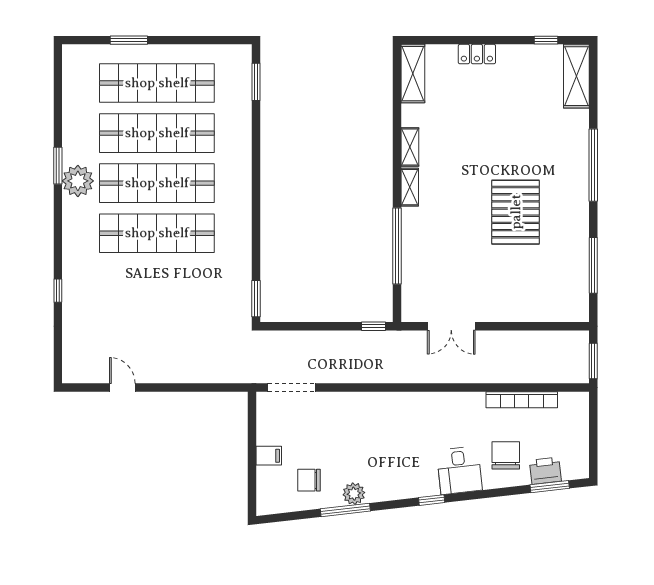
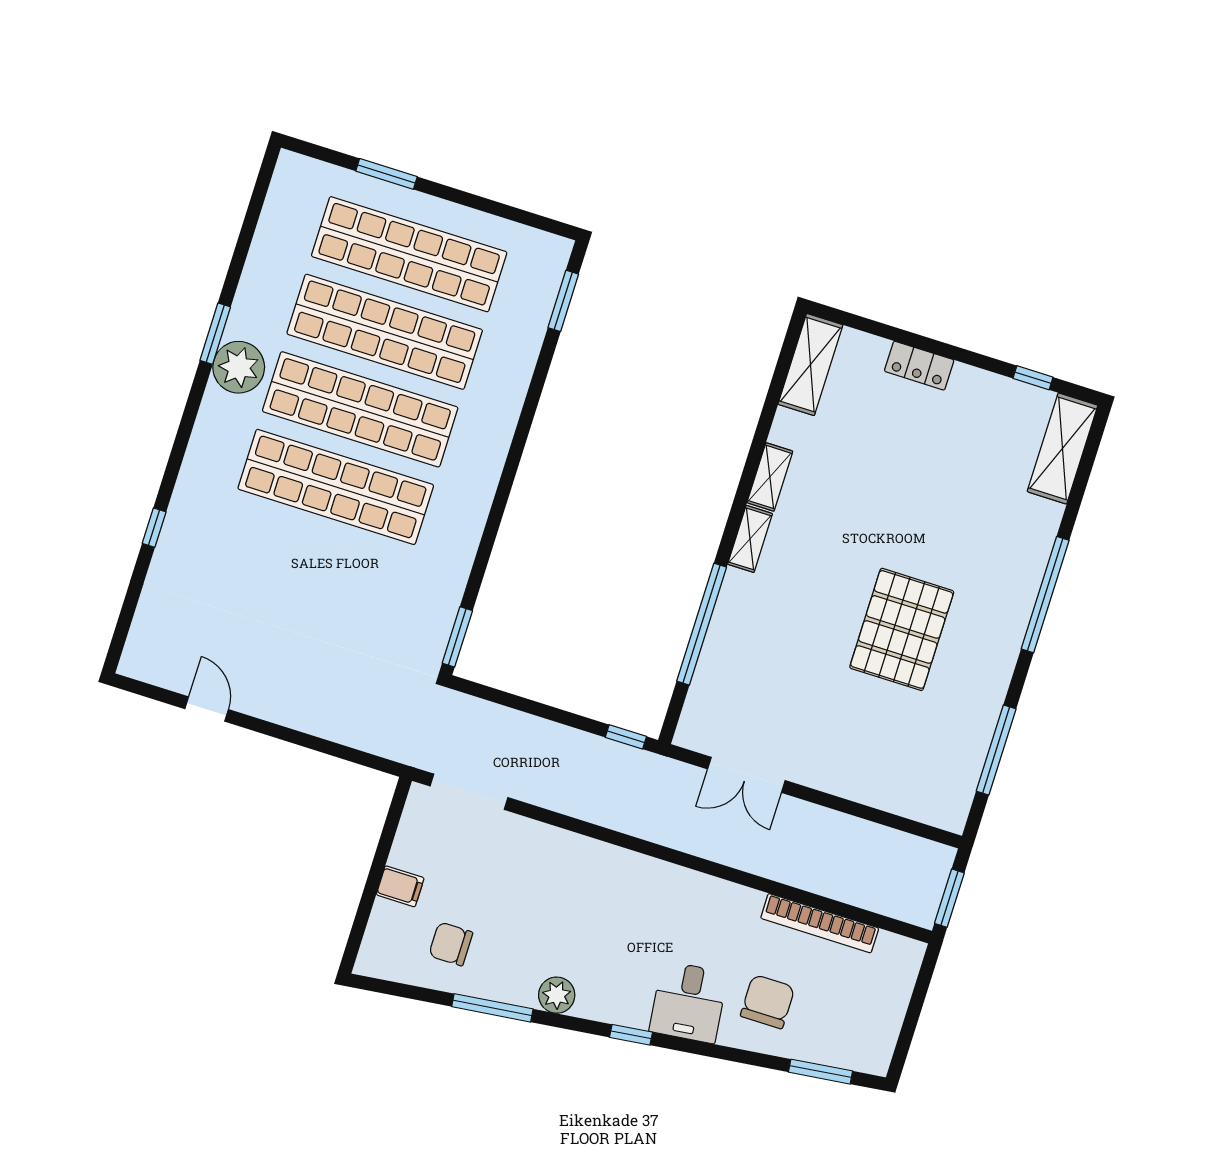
printer: (545, 471) -> (822, 1045), removed
plant: (354, 494) -> (557, 995), moved

